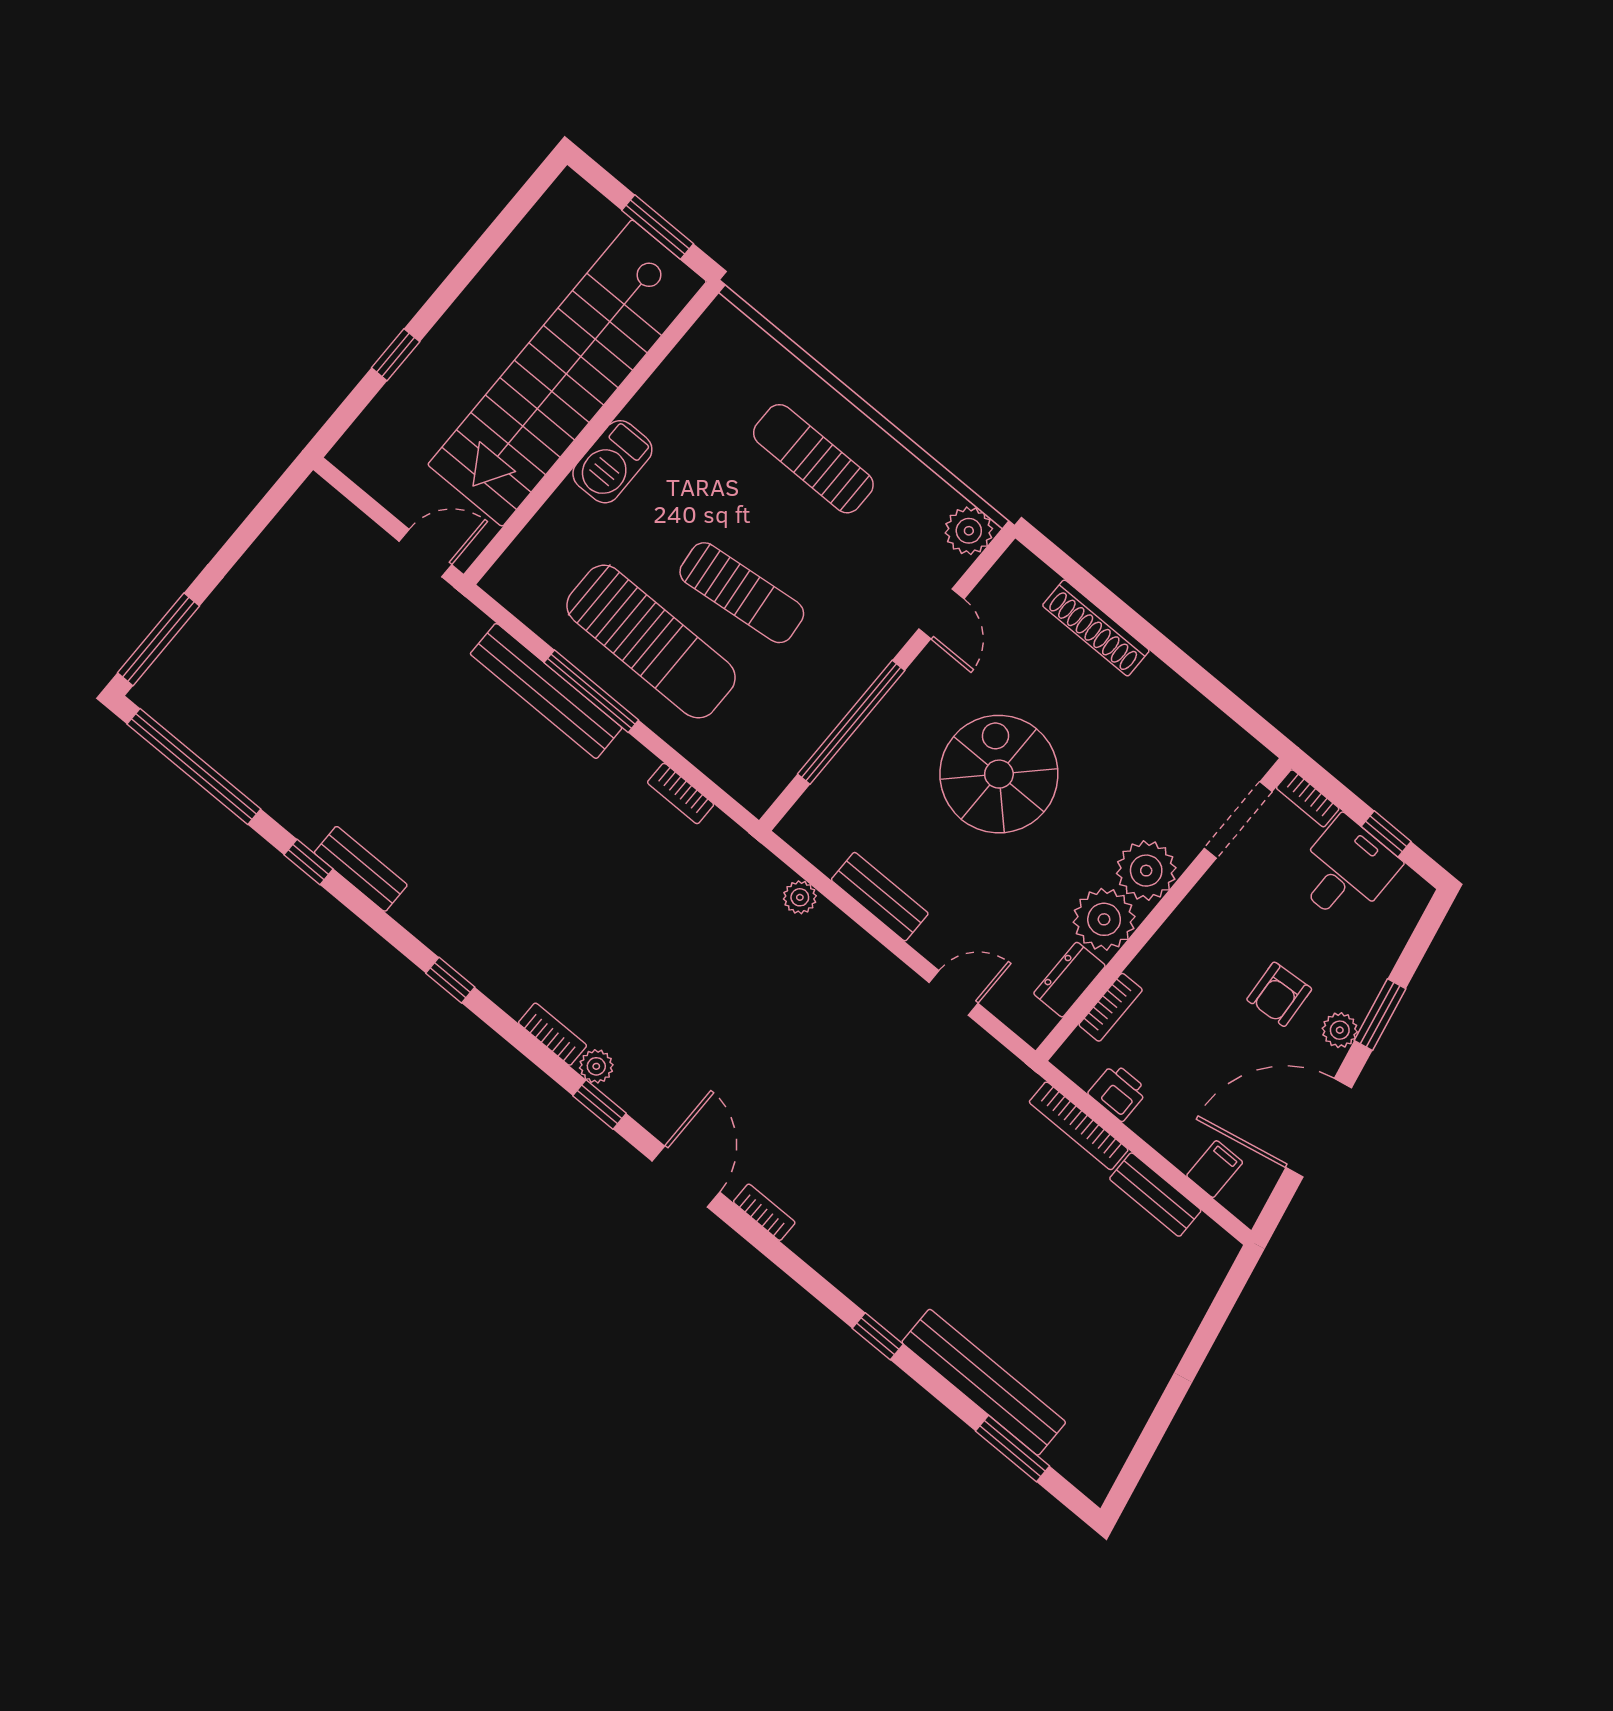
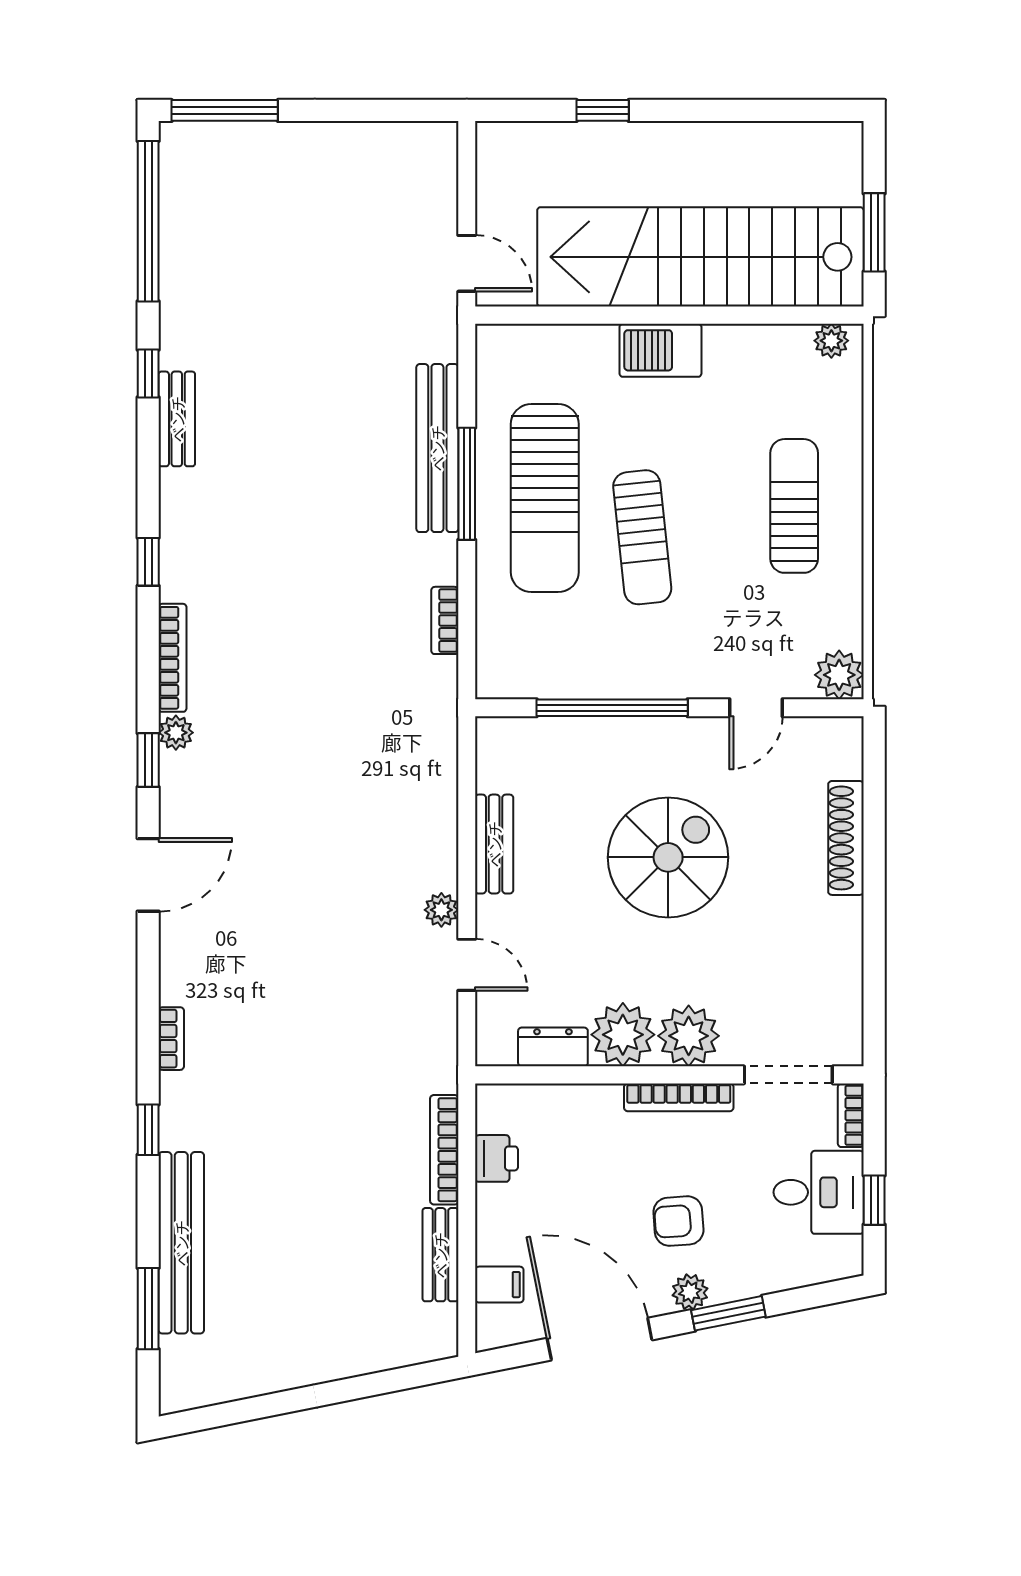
plant: (712, 327) -> (831, 341), added
plant: (800, 897) -> (441, 910), moved
bookcase: (1111, 1007) -> (679, 1097), moved, width x1.56
bookcase: (553, 1034) -> (173, 658), width x1.56
bookcase: (764, 1212) -> (171, 1039), moved

